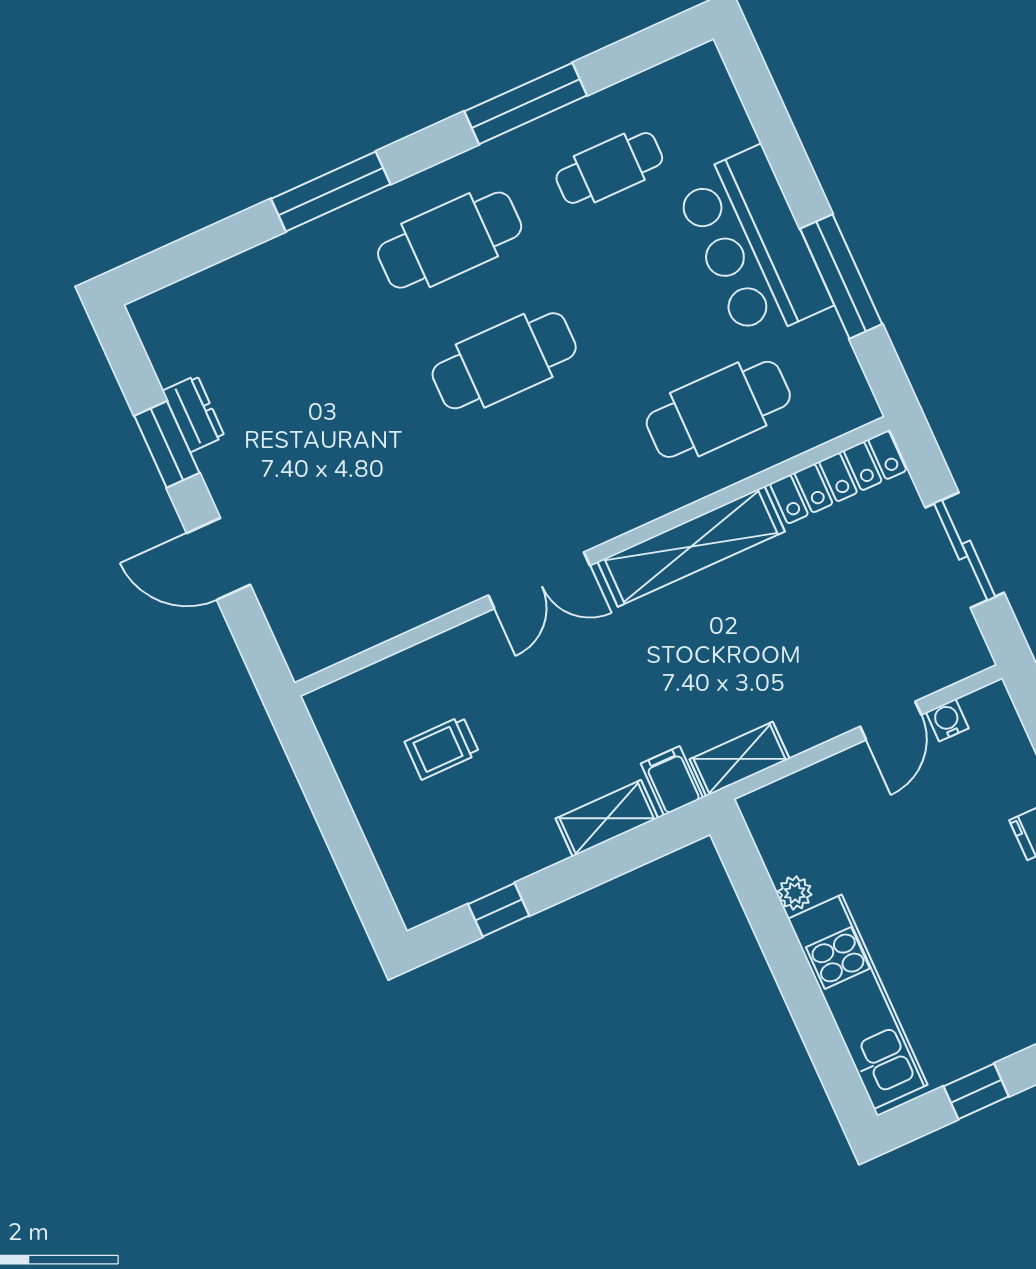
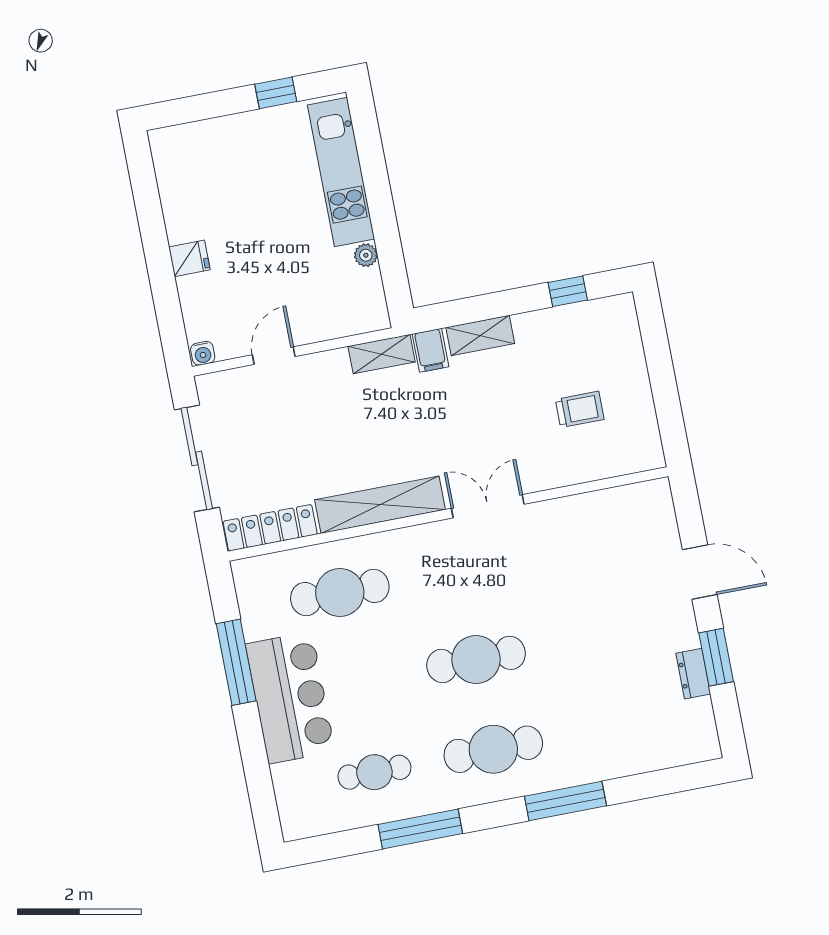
sliding door: (965, 550) -> (197, 458), width x1.37
water cooler: (947, 720) -> (203, 353), moved

